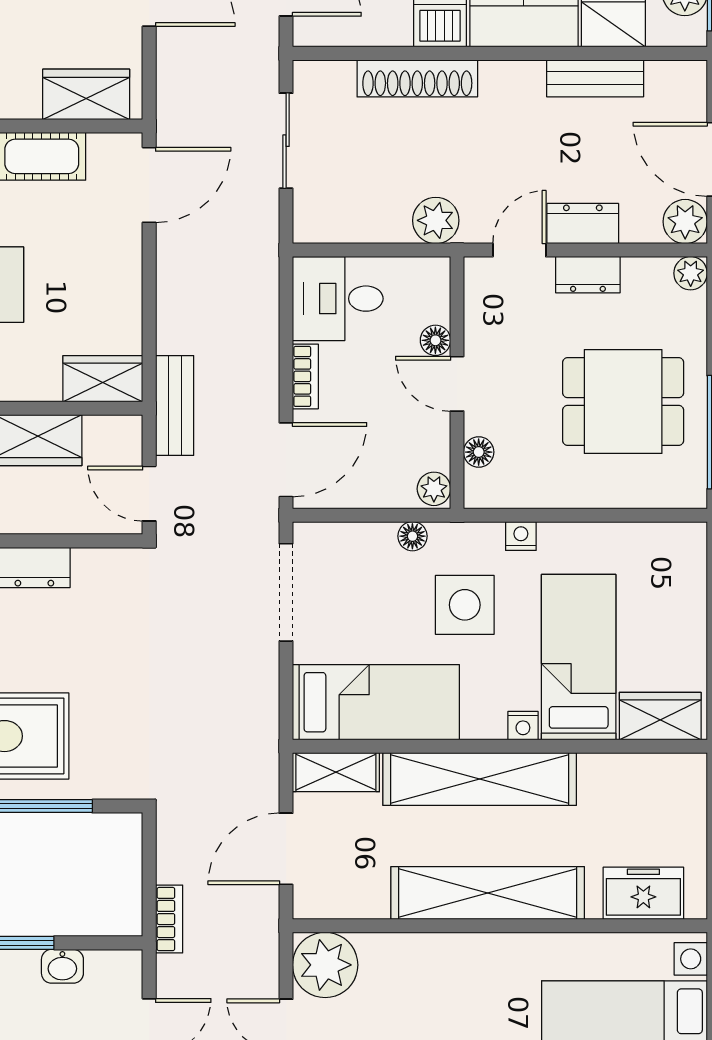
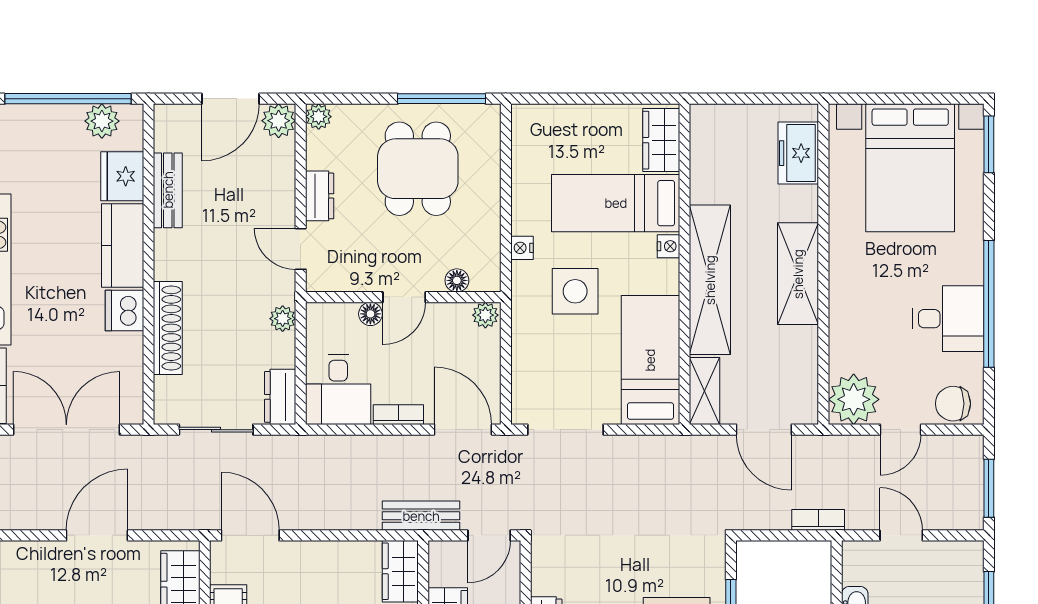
plant: (436, 220) -> (283, 319), width x0.73, depth x0.73
dresser: (583, 224) -> (280, 397), moved
floor lamp: (412, 536) -> (522, 332), removed
shelving: (488, 893) -> (798, 274), width x0.68

